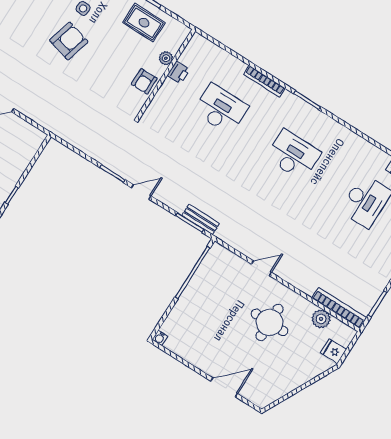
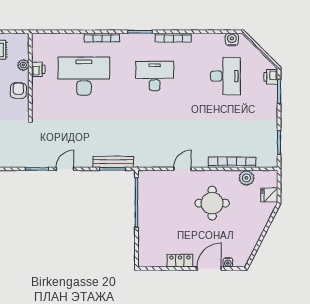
armchair: (144, 81) -> (18, 91), turned 180
desk: (221, 109) -> (84, 76), width x1.36, depth x1.30
bookcase: (337, 128) -> (173, 38), added
bench: (201, 219) -> (113, 162), width x1.36
bookcase: (339, 308) -> (232, 162), moved
water cooler: (160, 338) -> (228, 262), moved
locker: (199, 360) -> (180, 261), added

